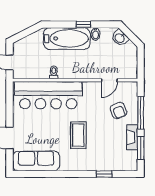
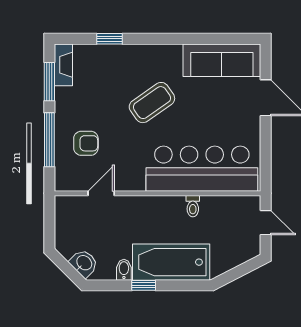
armchair: (119, 111) -> (86, 143), turned 112
coffee table: (78, 135) -> (152, 103), turned 55
fireplace: (132, 137) -> (63, 65), moved

